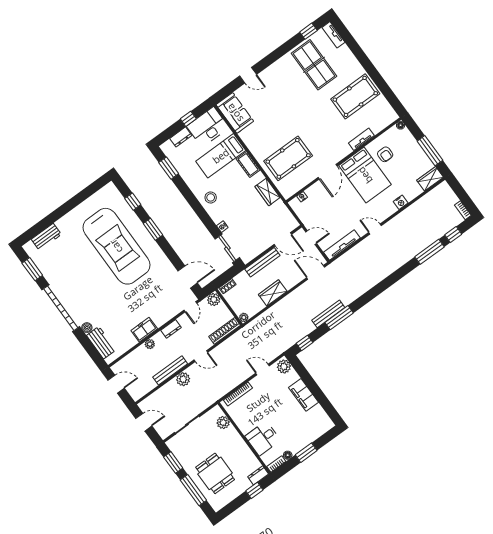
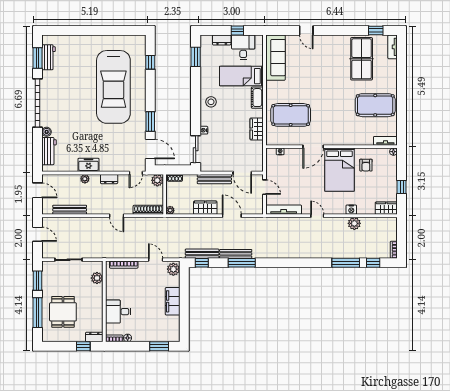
sofa: (235, 113) -> (276, 58), width x1.36
desk: (208, 127) -> (243, 47), width x0.73
tv unit: (361, 139) -> (385, 141), moved
window: (430, 151) -> (402, 187), width x0.46
window: (153, 229) -> (150, 121), moved
workbench: (46, 237) -> (48, 57), moved, turned -90
door: (316, 272) -> (232, 216), moved
bench: (299, 335) -> (202, 254), added
bench: (170, 370) -> (70, 210), moved
plant: (183, 379) -> (354, 223), moved
window: (306, 453) -> (159, 346), moved

